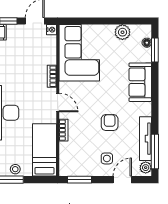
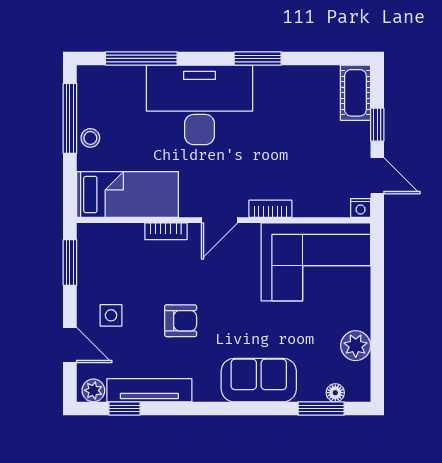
window: (155, 151) -> (125, 408), width x0.46

